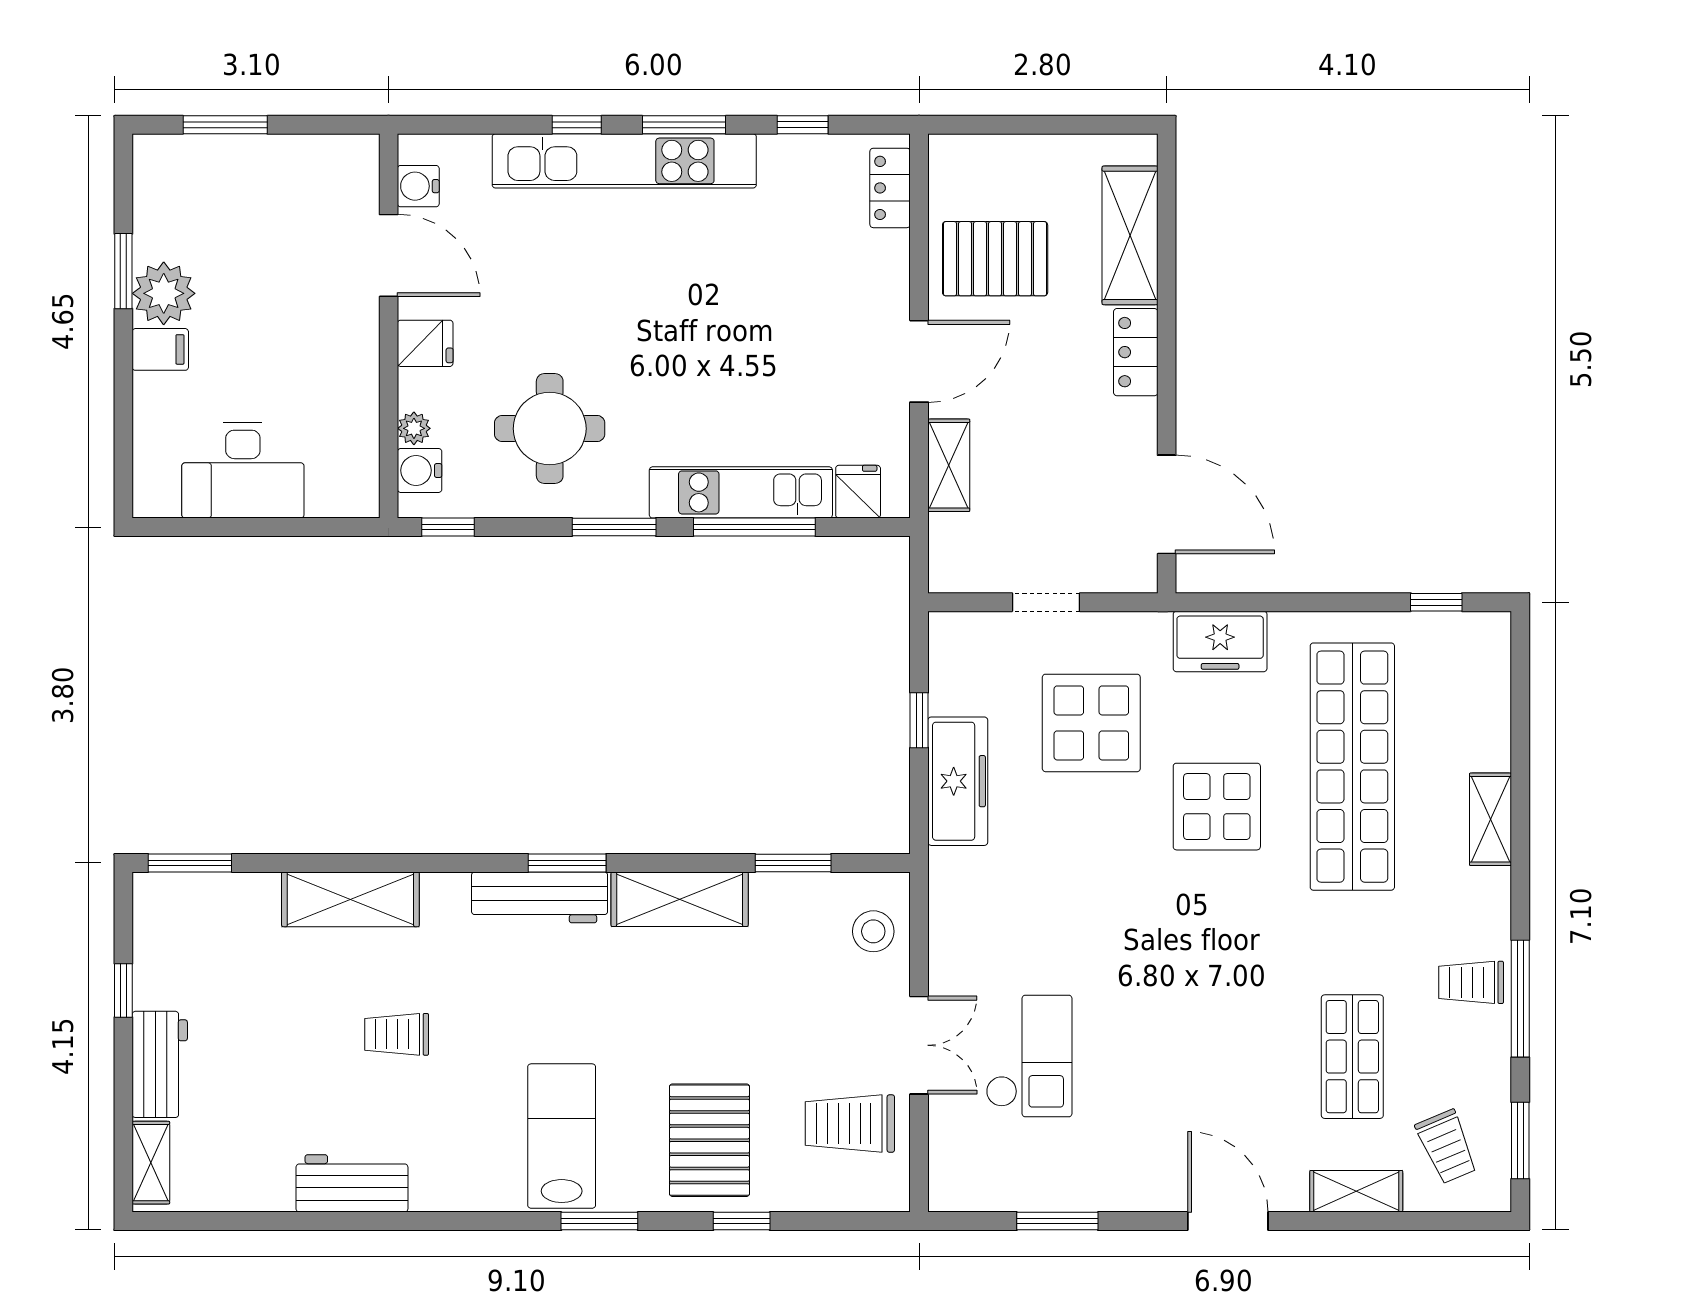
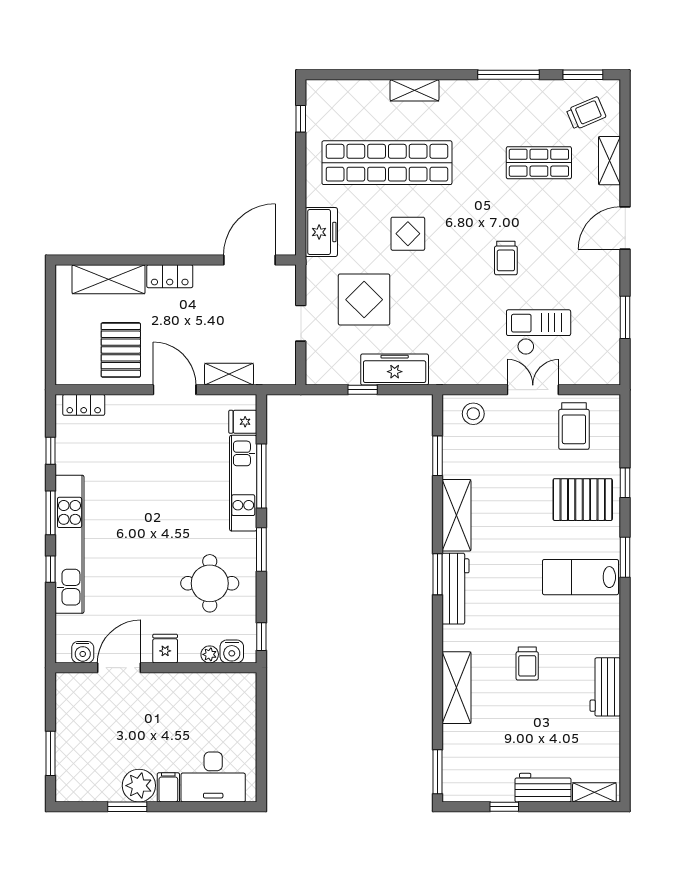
desk: (243, 470) -> (213, 777), moved, turned 90
display table: (1217, 807) -> (408, 234), width x0.73, depth x0.73
trolley: (1471, 982) -> (506, 258), moved

